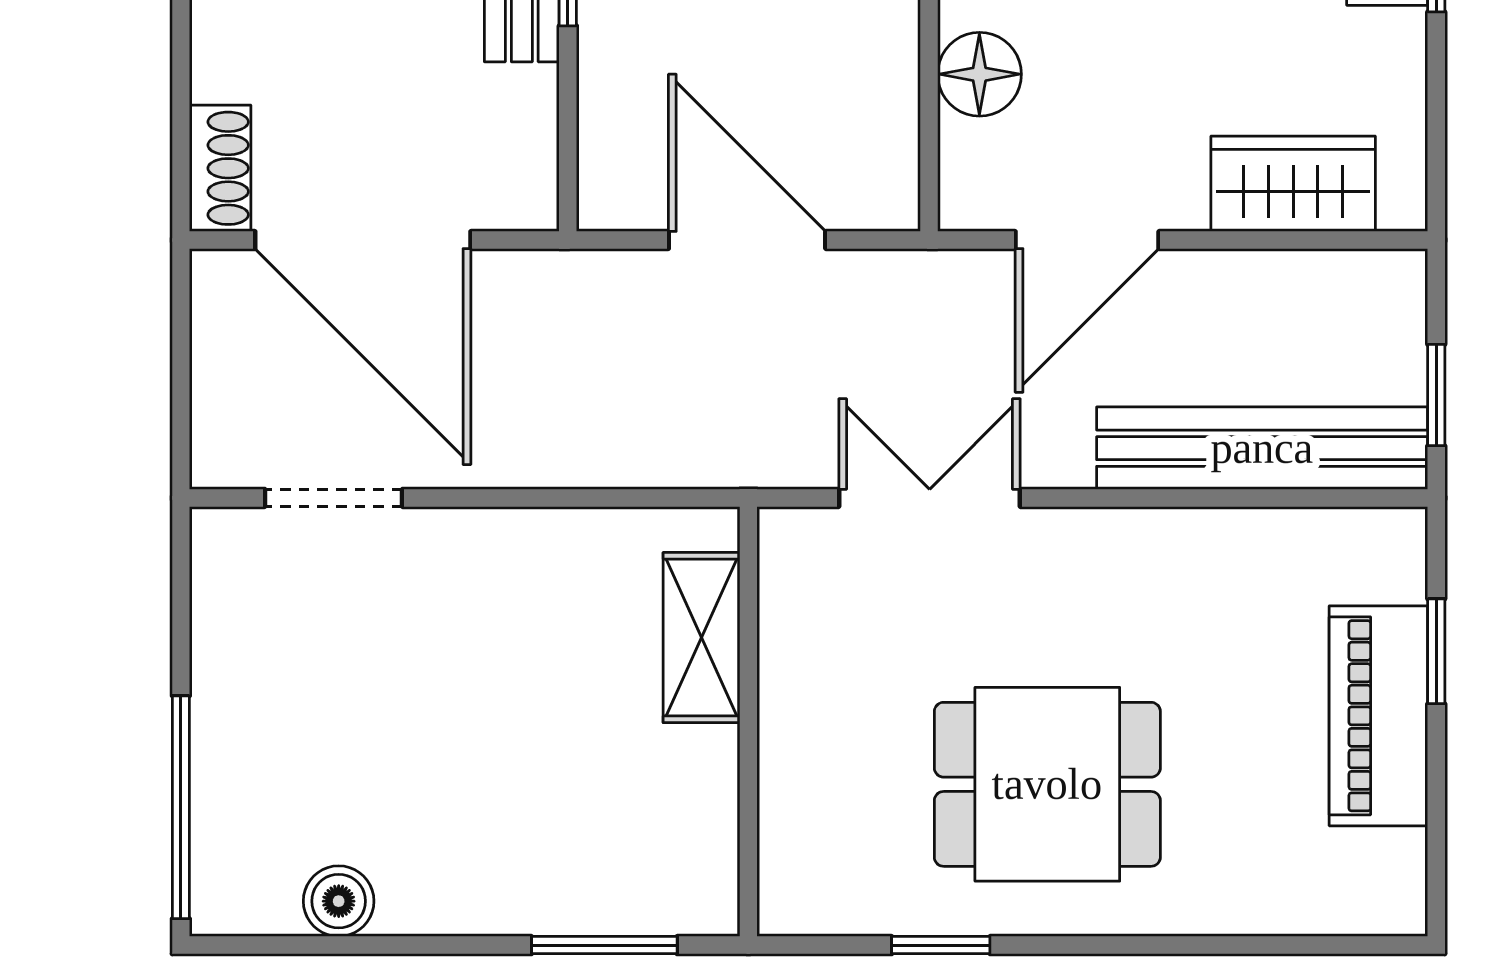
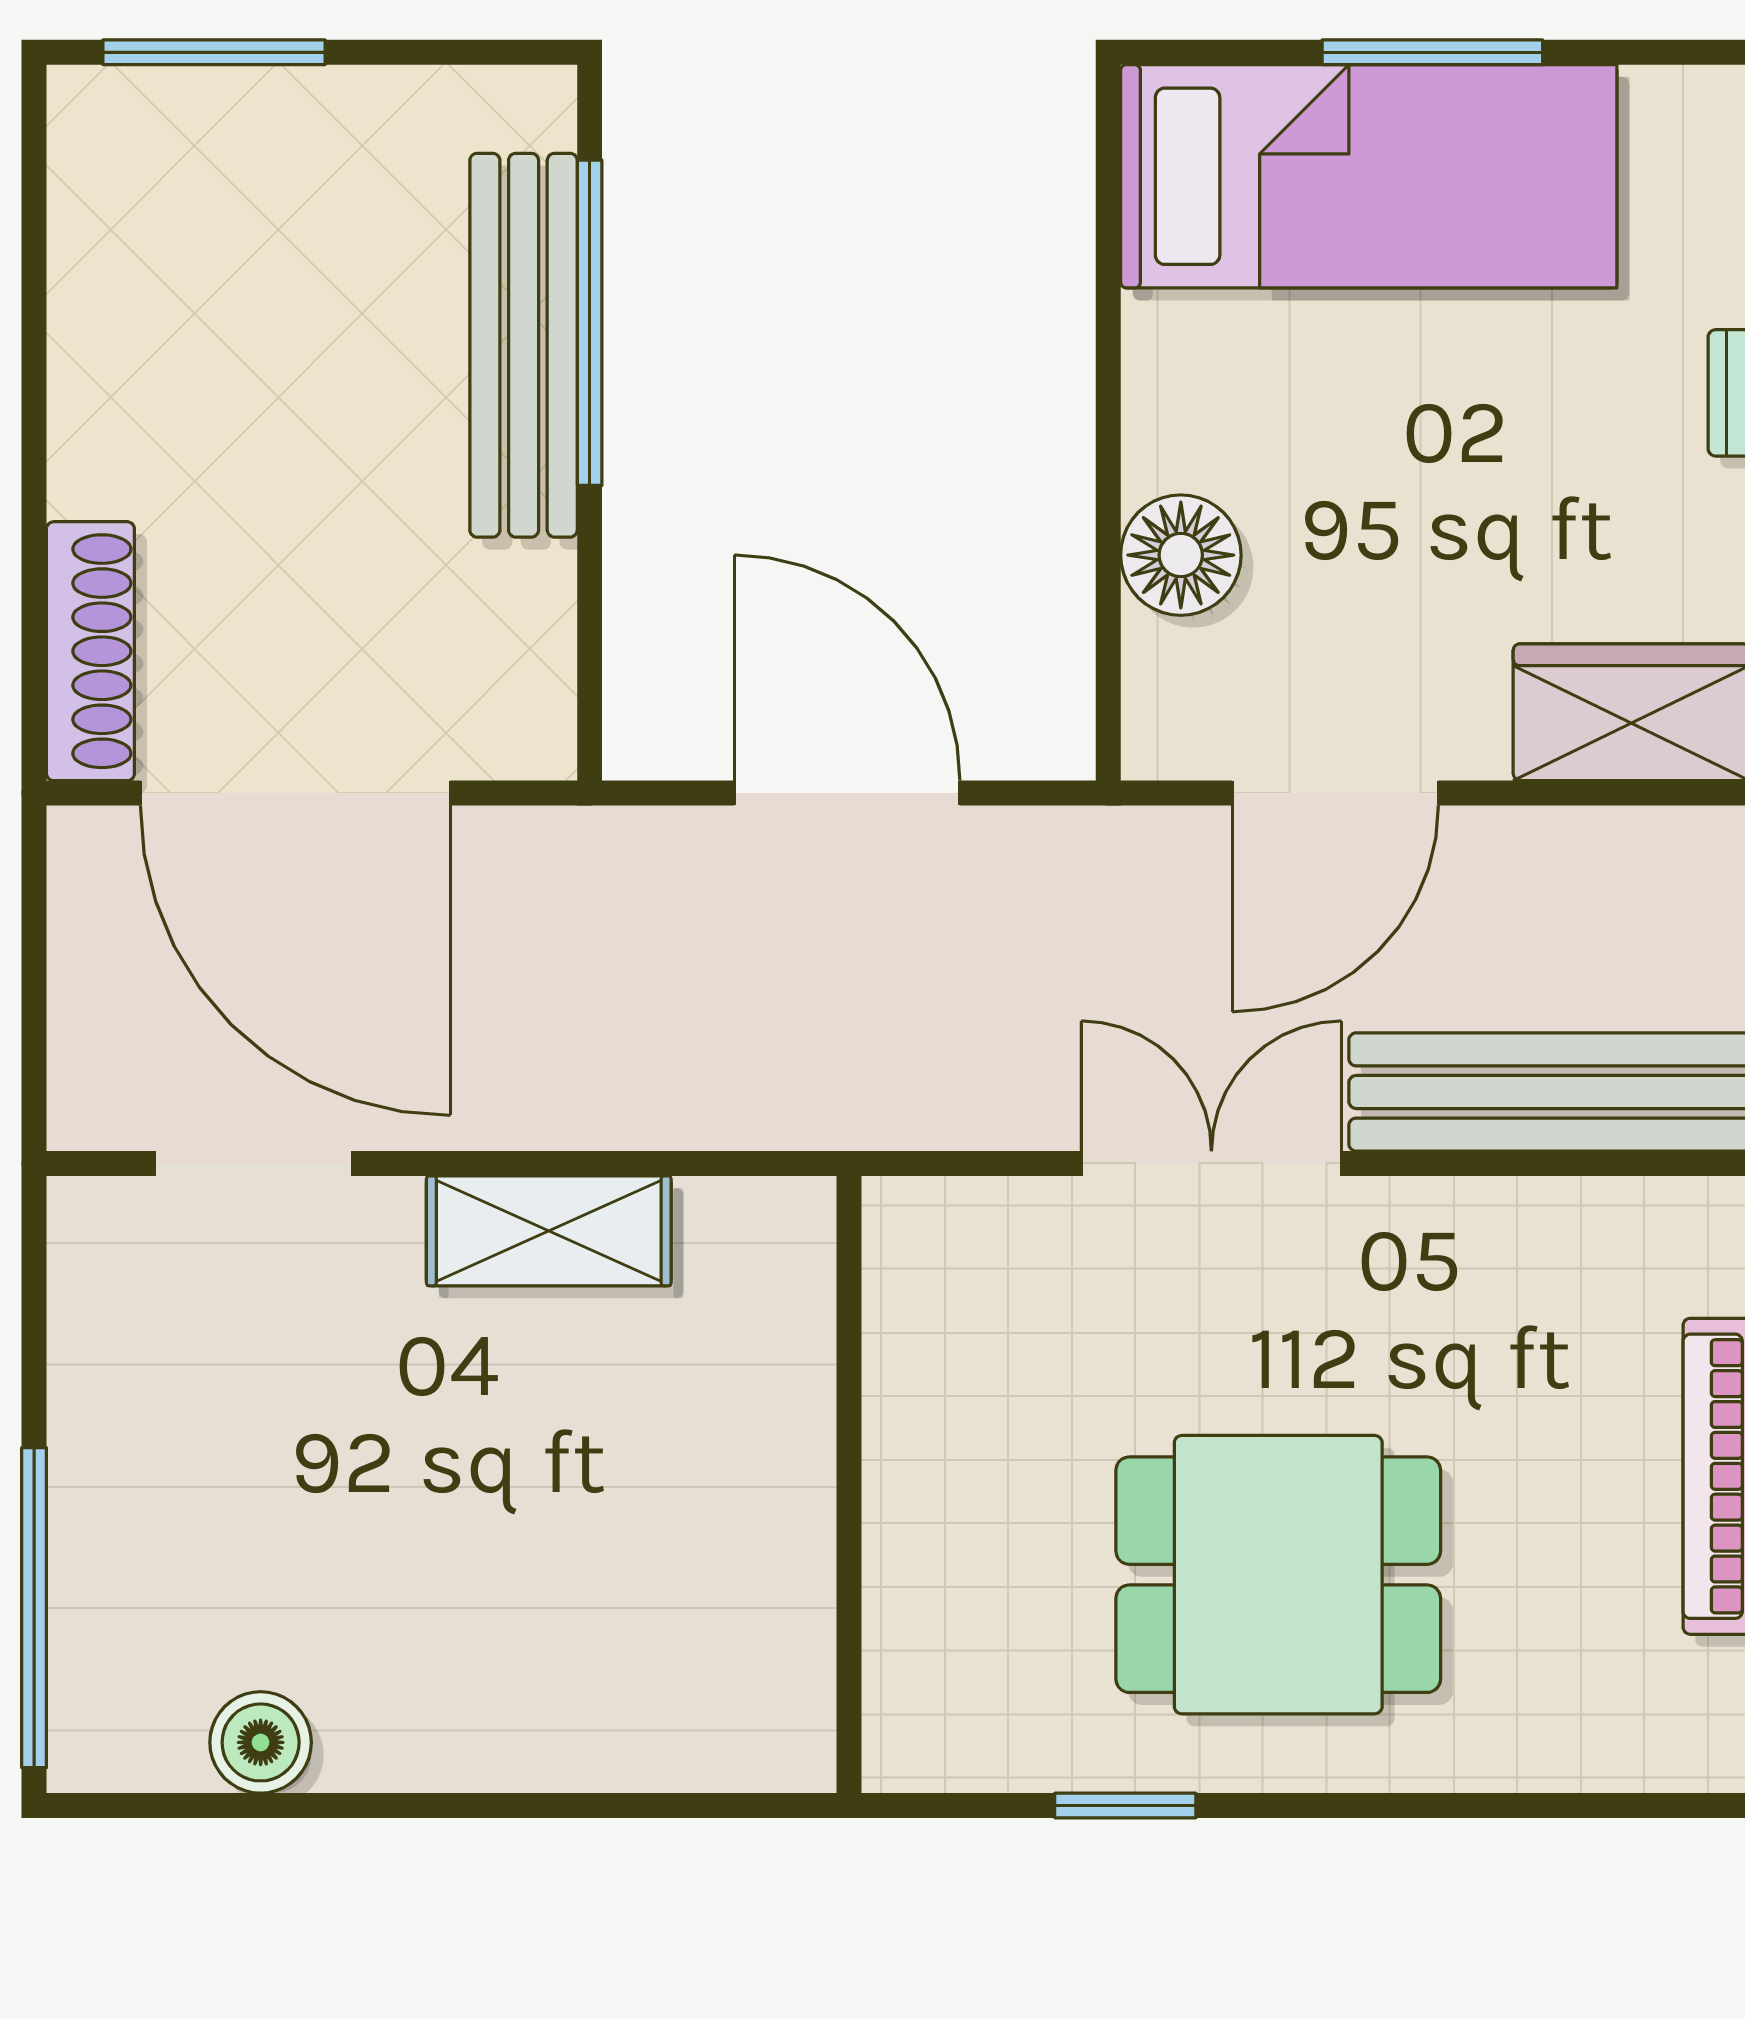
shoe rack: (220, 168) -> (90, 651), width x1.43
double door: (930, 498) -> (1211, 1163), moved
shelving: (701, 638) -> (549, 1231), moved, turned 90
window: (604, 945) -> (642, 1806), removed

